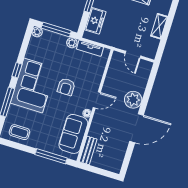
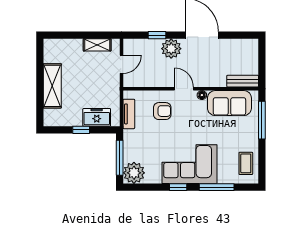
shelving: (159, 26) -> (97, 45), moved
plant: (37, 32) -> (134, 173), width x1.88, depth x1.88
plant: (72, 43) -> (129, 136), removed
armchair: (66, 87) -> (162, 111), moved
window: (148, 91) -> (157, 35), added

